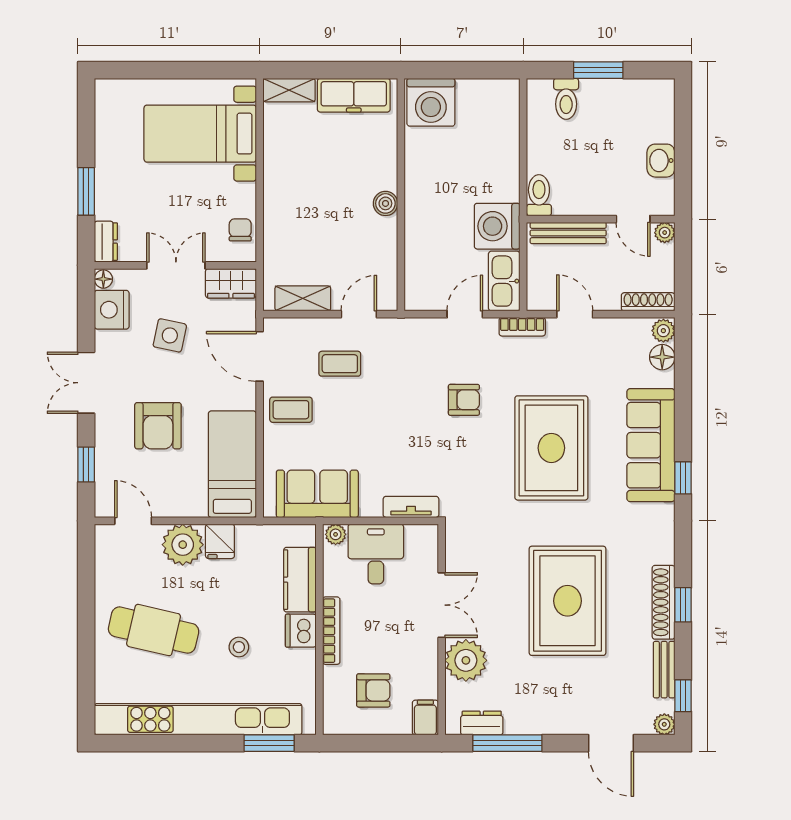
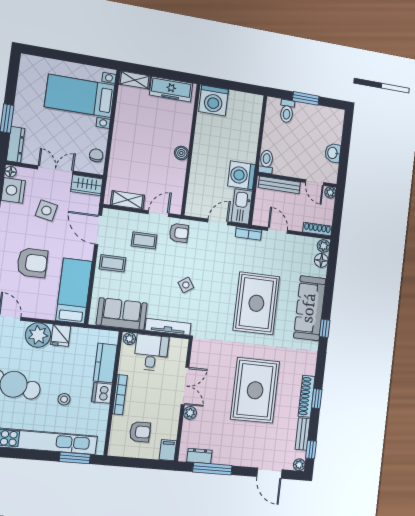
dresser: (106, 242) -> (16, 145), width x1.44
armchair: (464, 400) -> (179, 233), moved
armchair: (158, 426) -> (32, 263), turned -90
side table: (422, 431) -> (186, 285), added
tv unit: (411, 507) -> (168, 327), width x1.41
plant: (466, 660) -> (190, 413), width x0.53, depth x0.53

